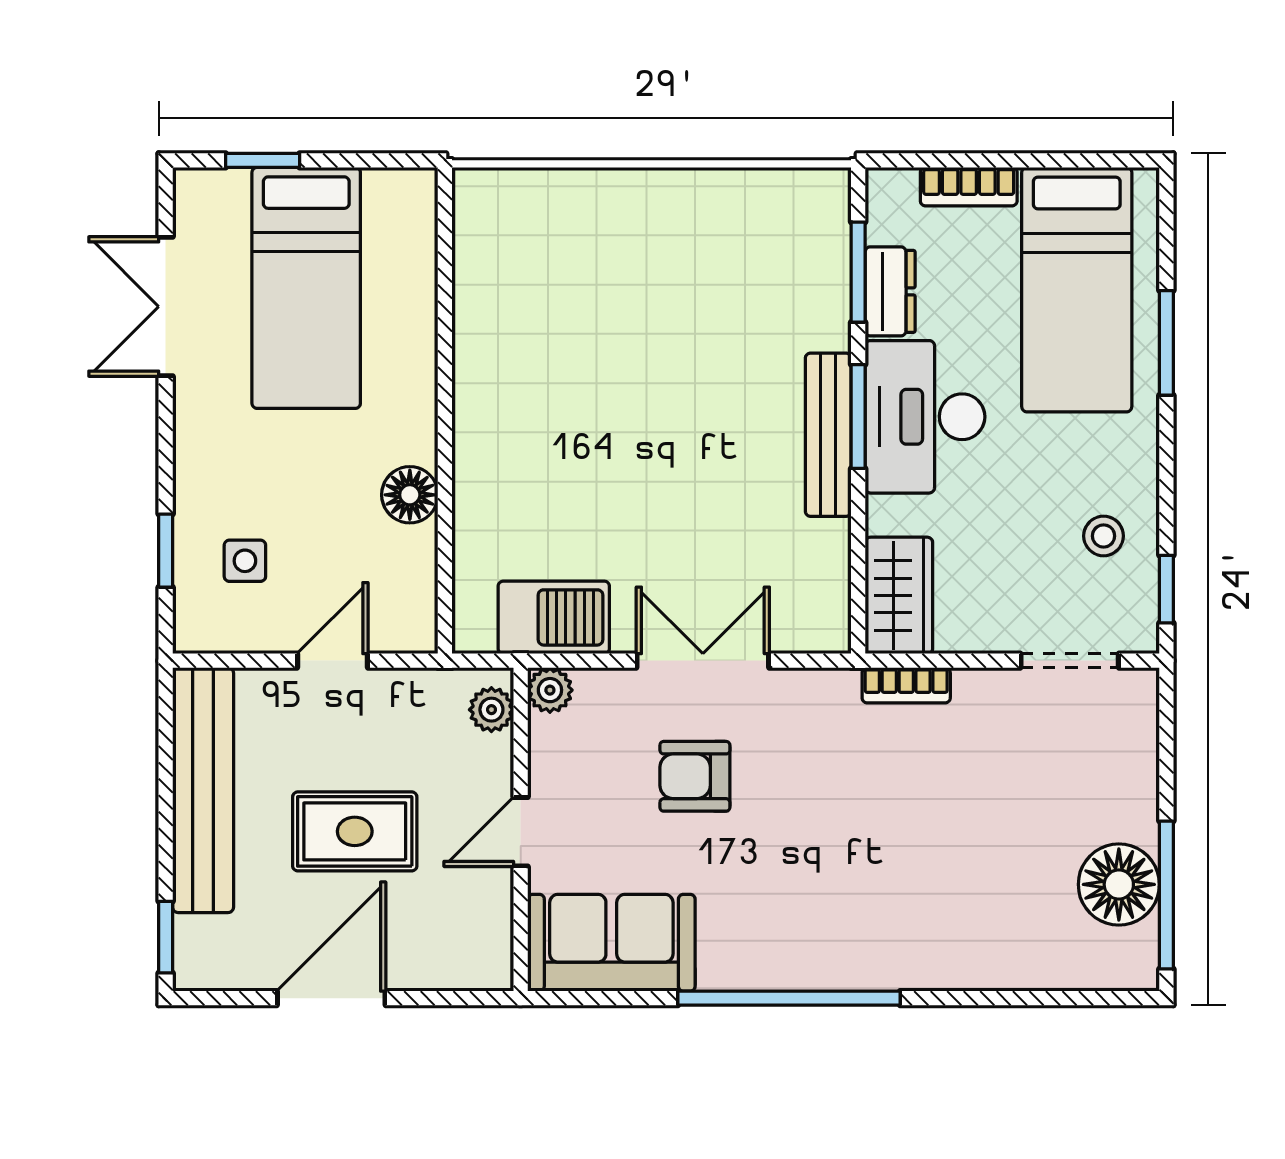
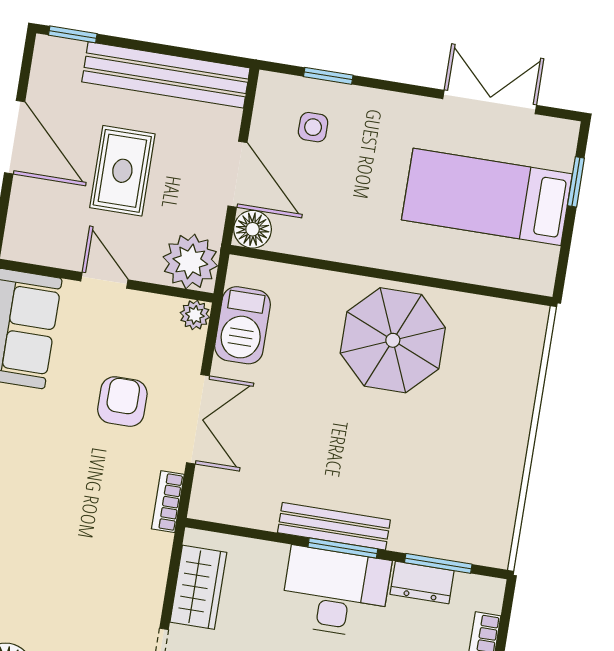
parasol: (540, 392) -> (393, 340), added
floor lamp: (410, 495) -> (253, 229), moved
wardrobe: (899, 595) -> (198, 587), moved, turned -90
door: (332, 661) -> (238, 174), width x1.38
bookcase: (906, 685) -> (168, 502), moved
plant: (491, 710) -> (190, 261), width x1.88, depth x1.88

